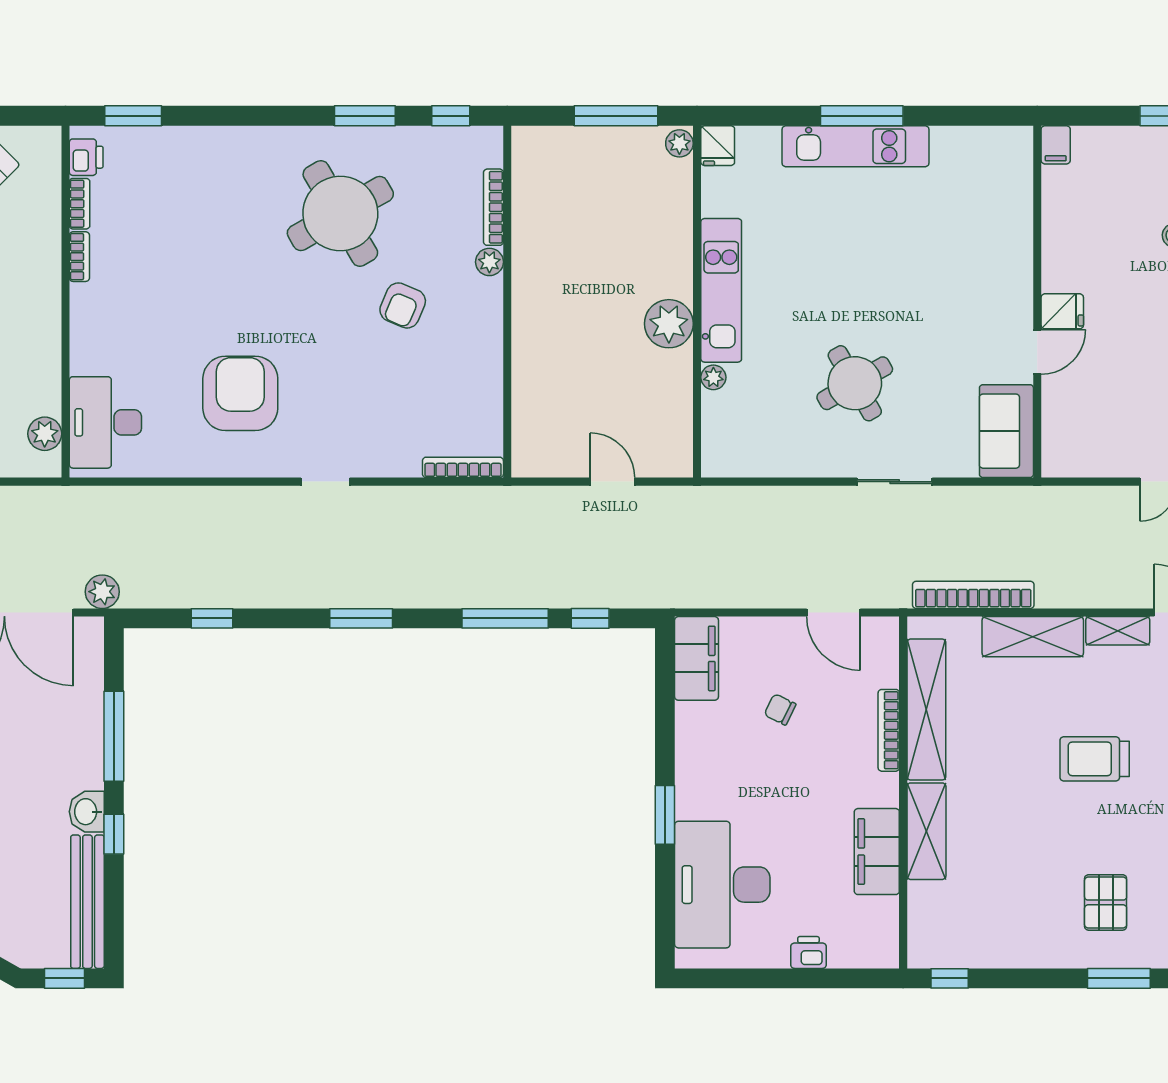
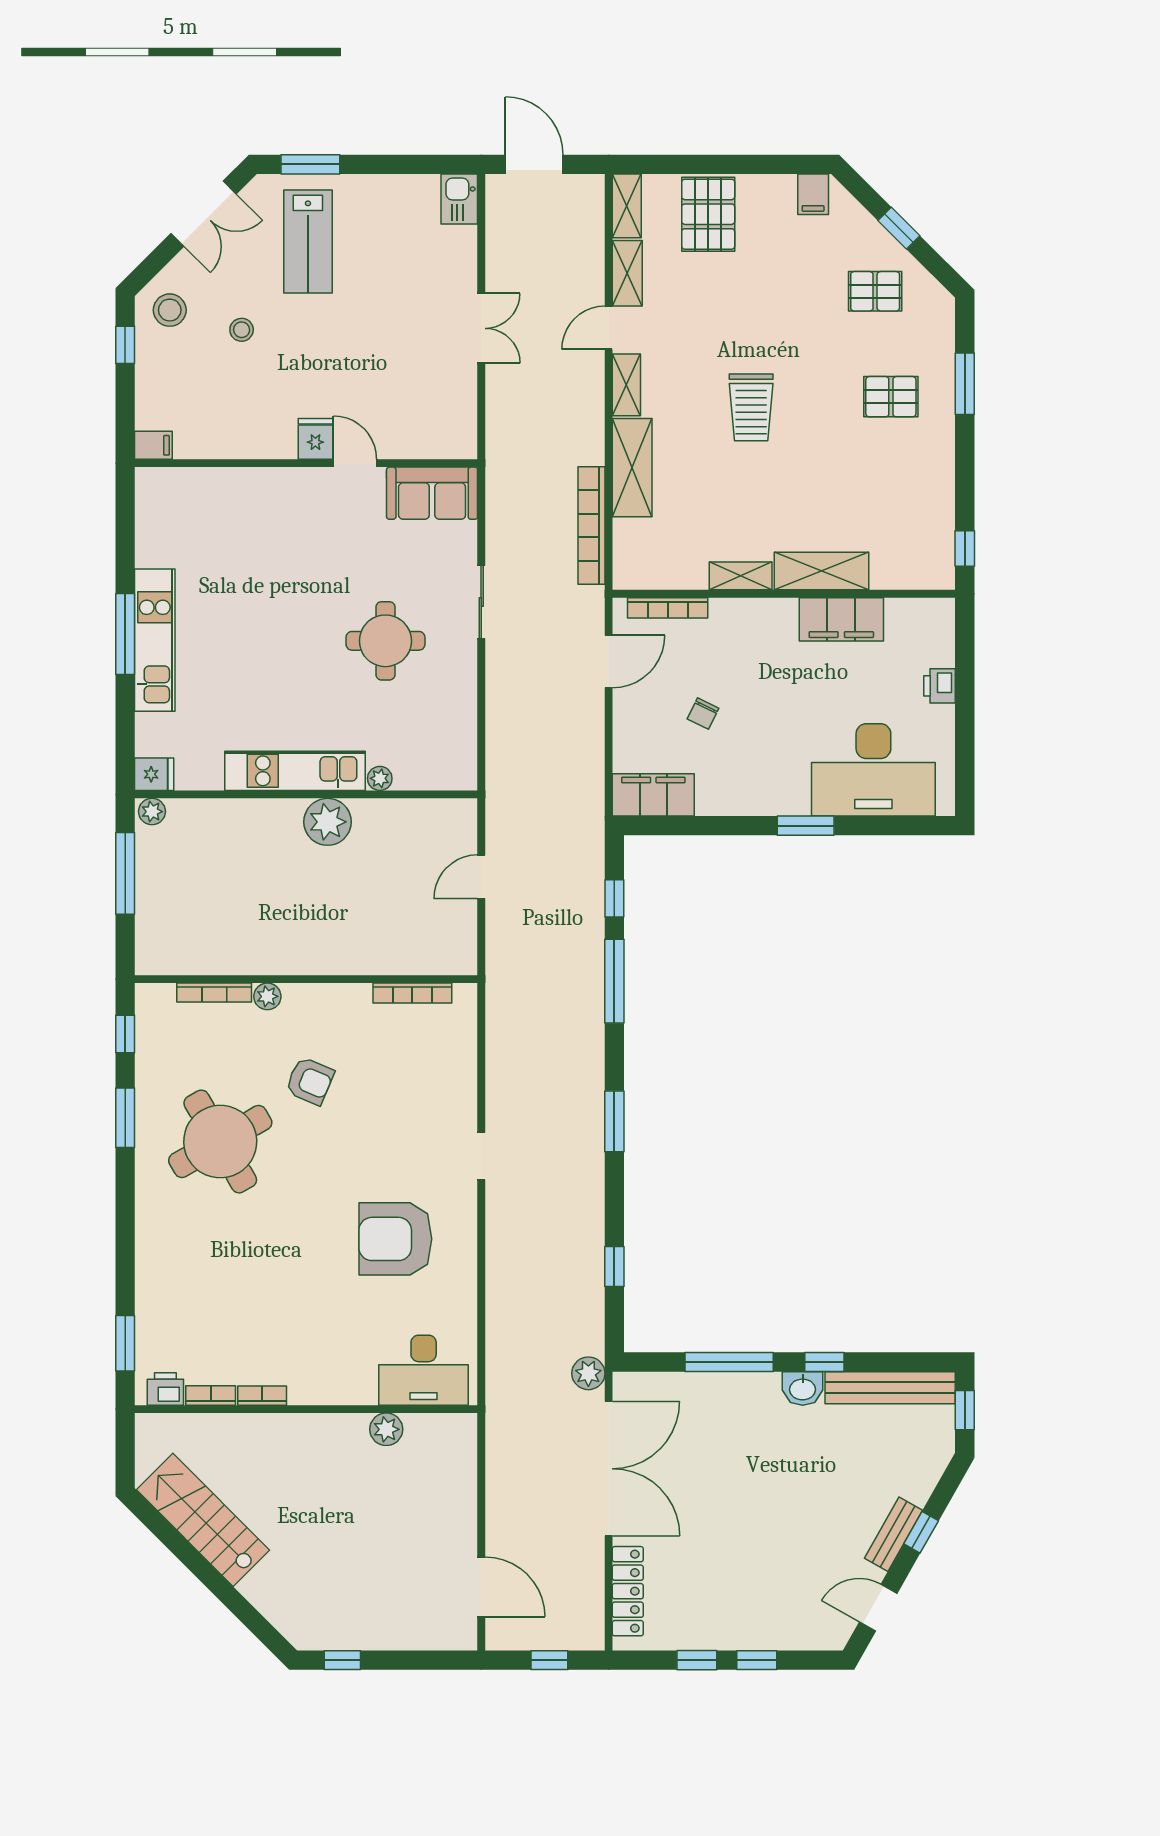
round table: (855, 383) -> (385, 641), turned 30
plant: (45, 434) -> (386, 1429), moved
bookcase: (463, 467) -> (412, 993), moved, turned -90
shelving: (926, 710) -> (741, 576), width x0.45, depth x0.75
bookcase: (889, 730) -> (668, 608), moved

